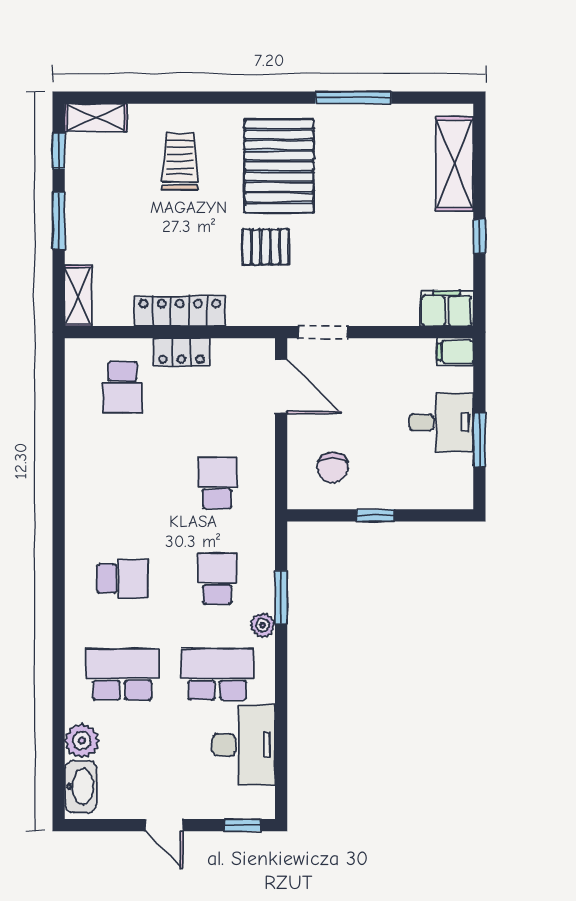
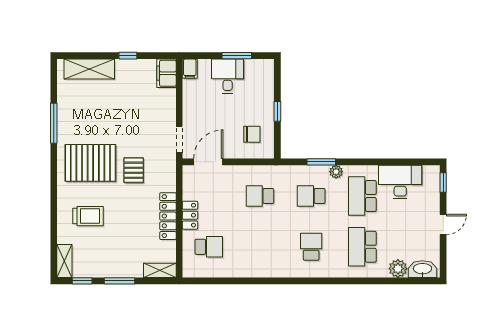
trolley: (180, 161) -> (88, 216), turned 180

